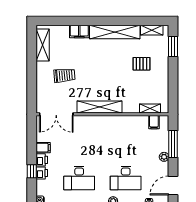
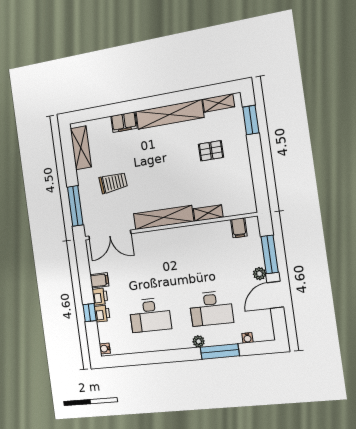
window: (32, 88) -> (75, 206), added
shelving: (150, 108) -> (208, 213), moved
door: (173, 186) -> (275, 295), moved

